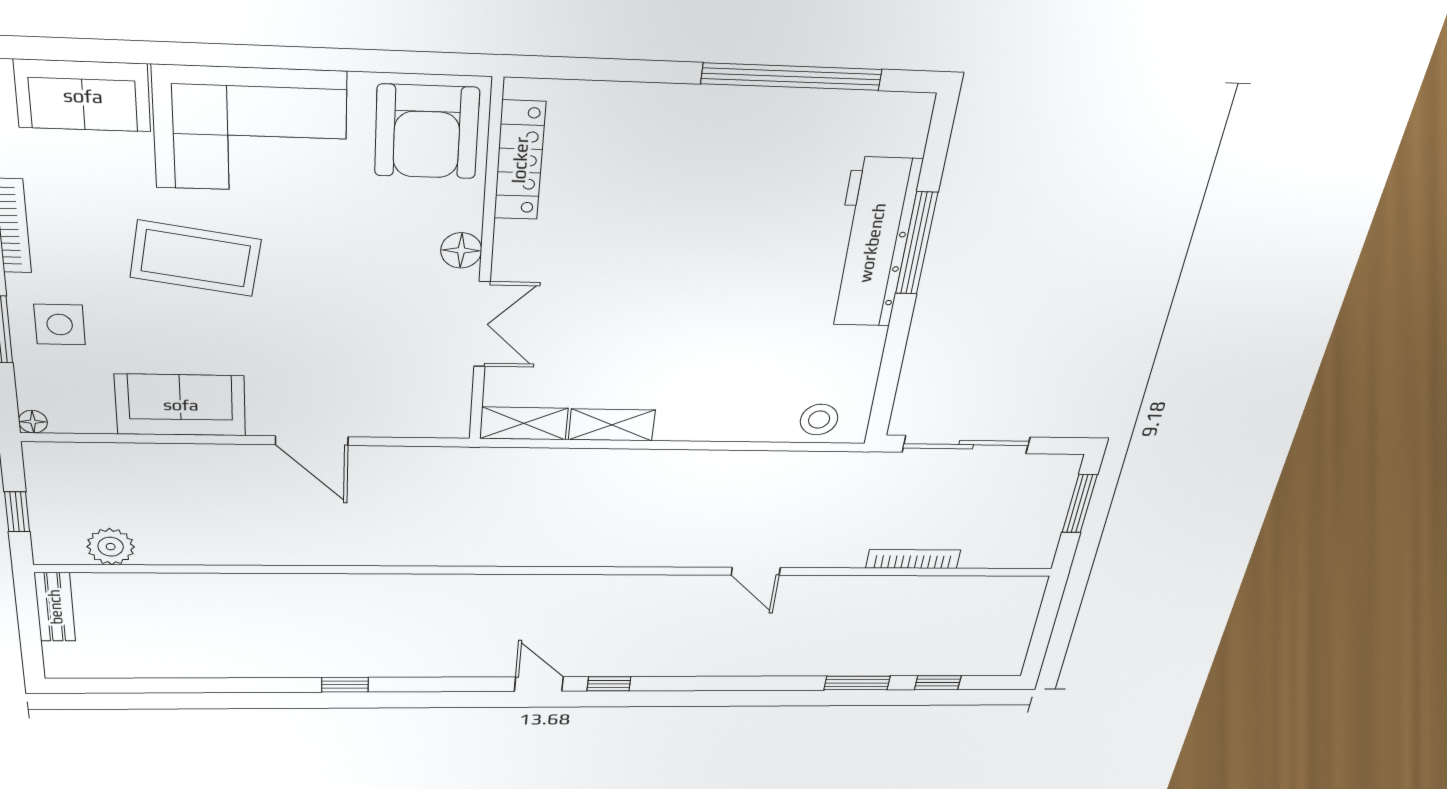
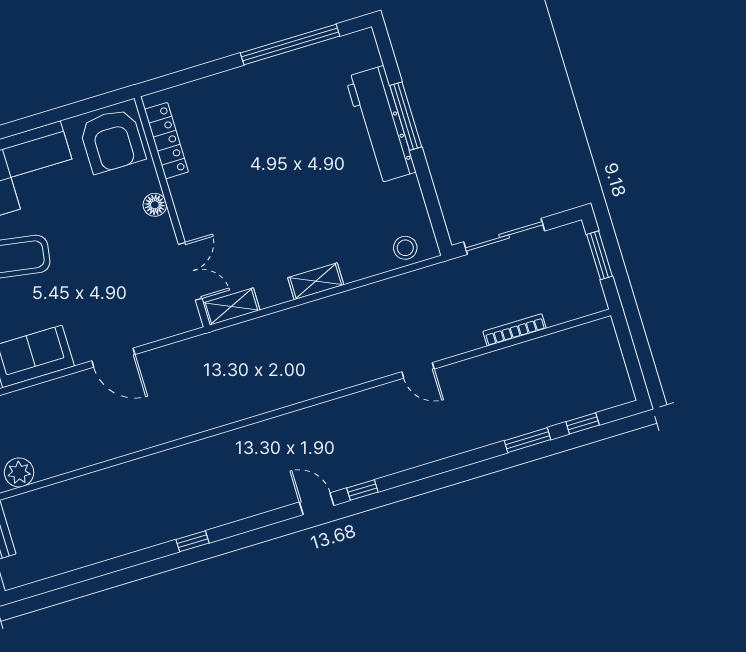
double door: (482, 324) -> (190, 271), moved
shelving: (612, 425) -> (316, 281), moved

